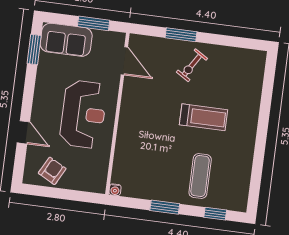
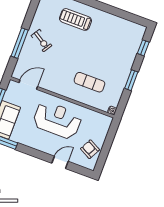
window: (181, 35) -> (20, 43), width x1.44
treadmill: (204, 117) -> (75, 19), moved, turned -90
exercise mat: (200, 176) -> (89, 82), moved

